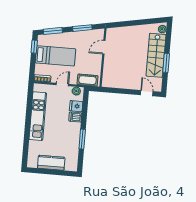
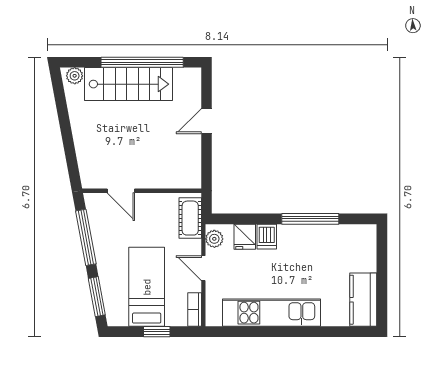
window: (82, 28) -> (86, 237), width x1.44
window: (34, 47) -> (157, 332), moved
window: (166, 63) -> (142, 62), width x2.11
door: (147, 93) -> (207, 121), moved
window: (82, 139) -> (310, 219), width x1.44
kitchen counter: (51, 163) -> (363, 300), moved

